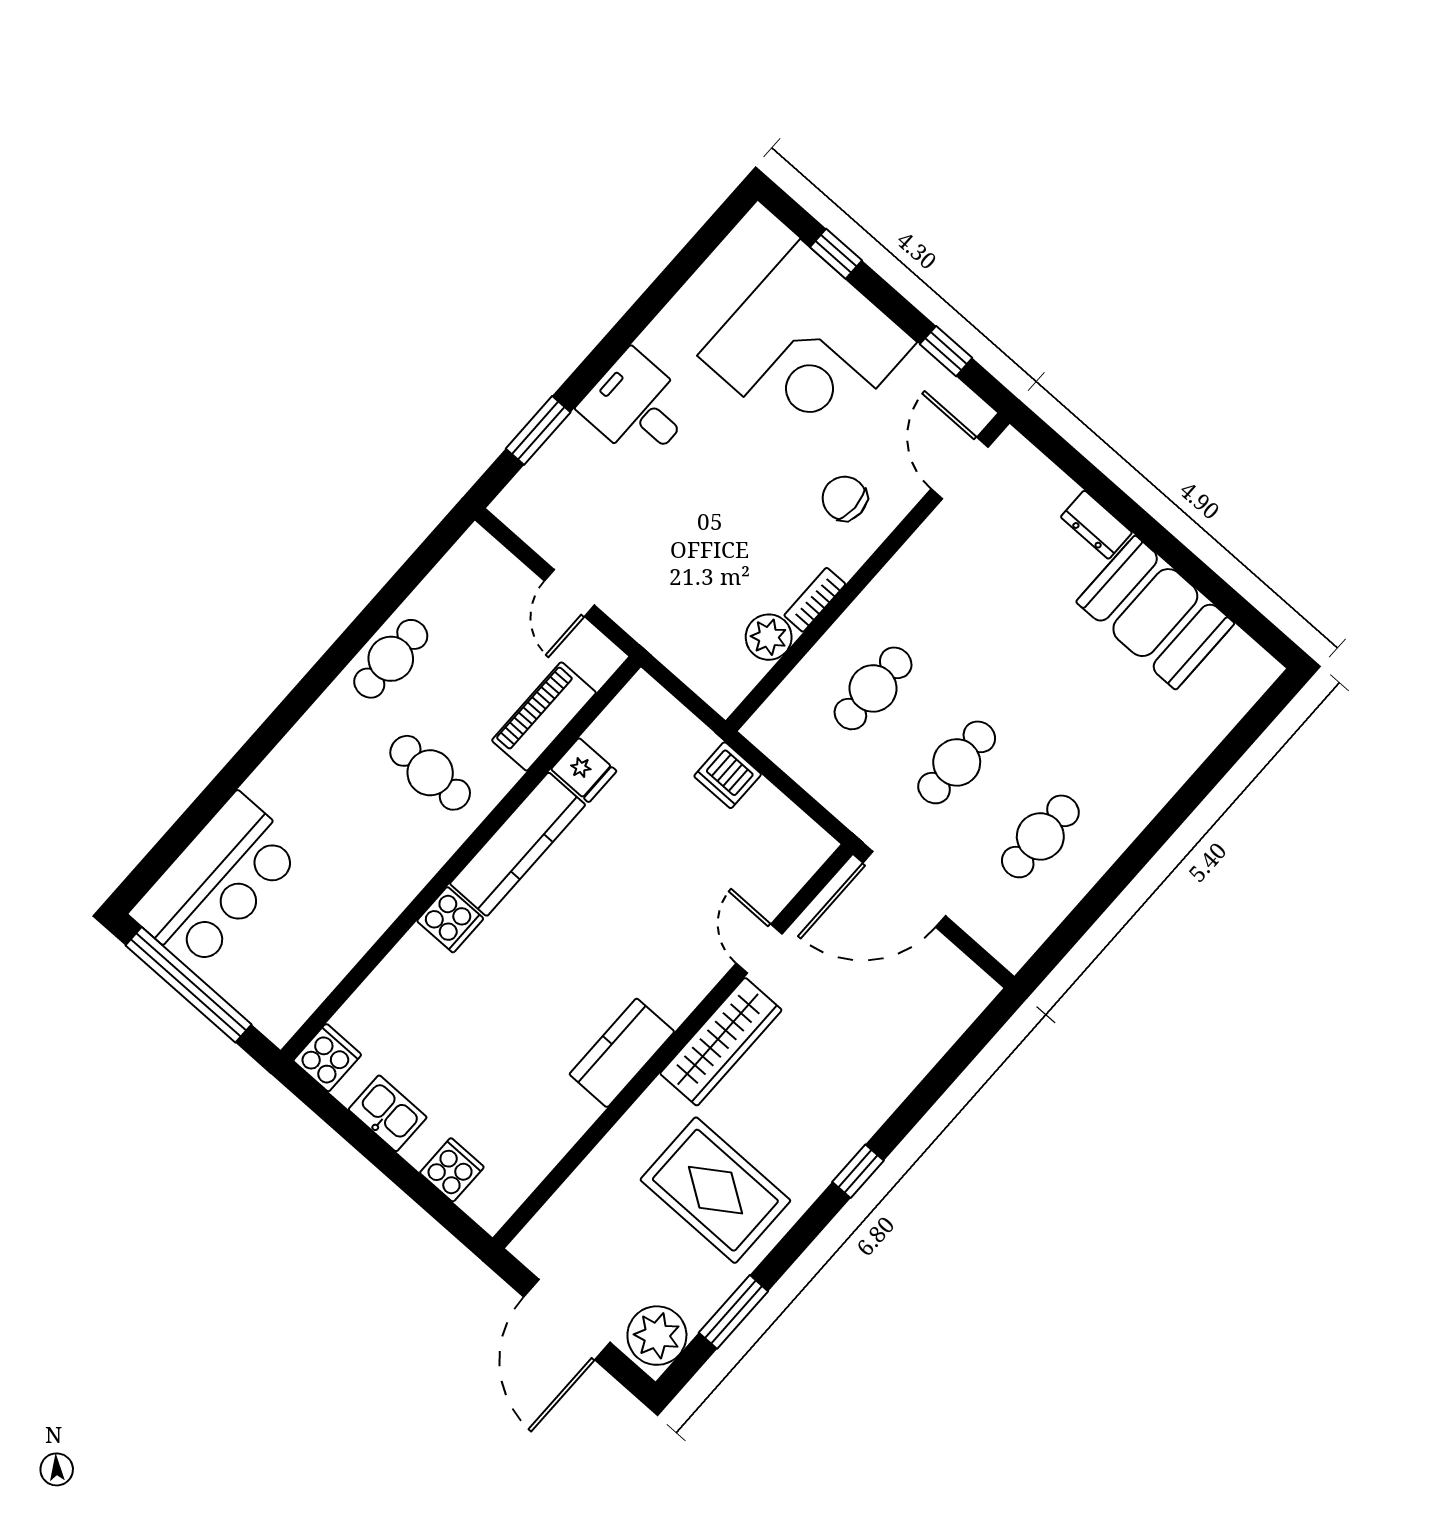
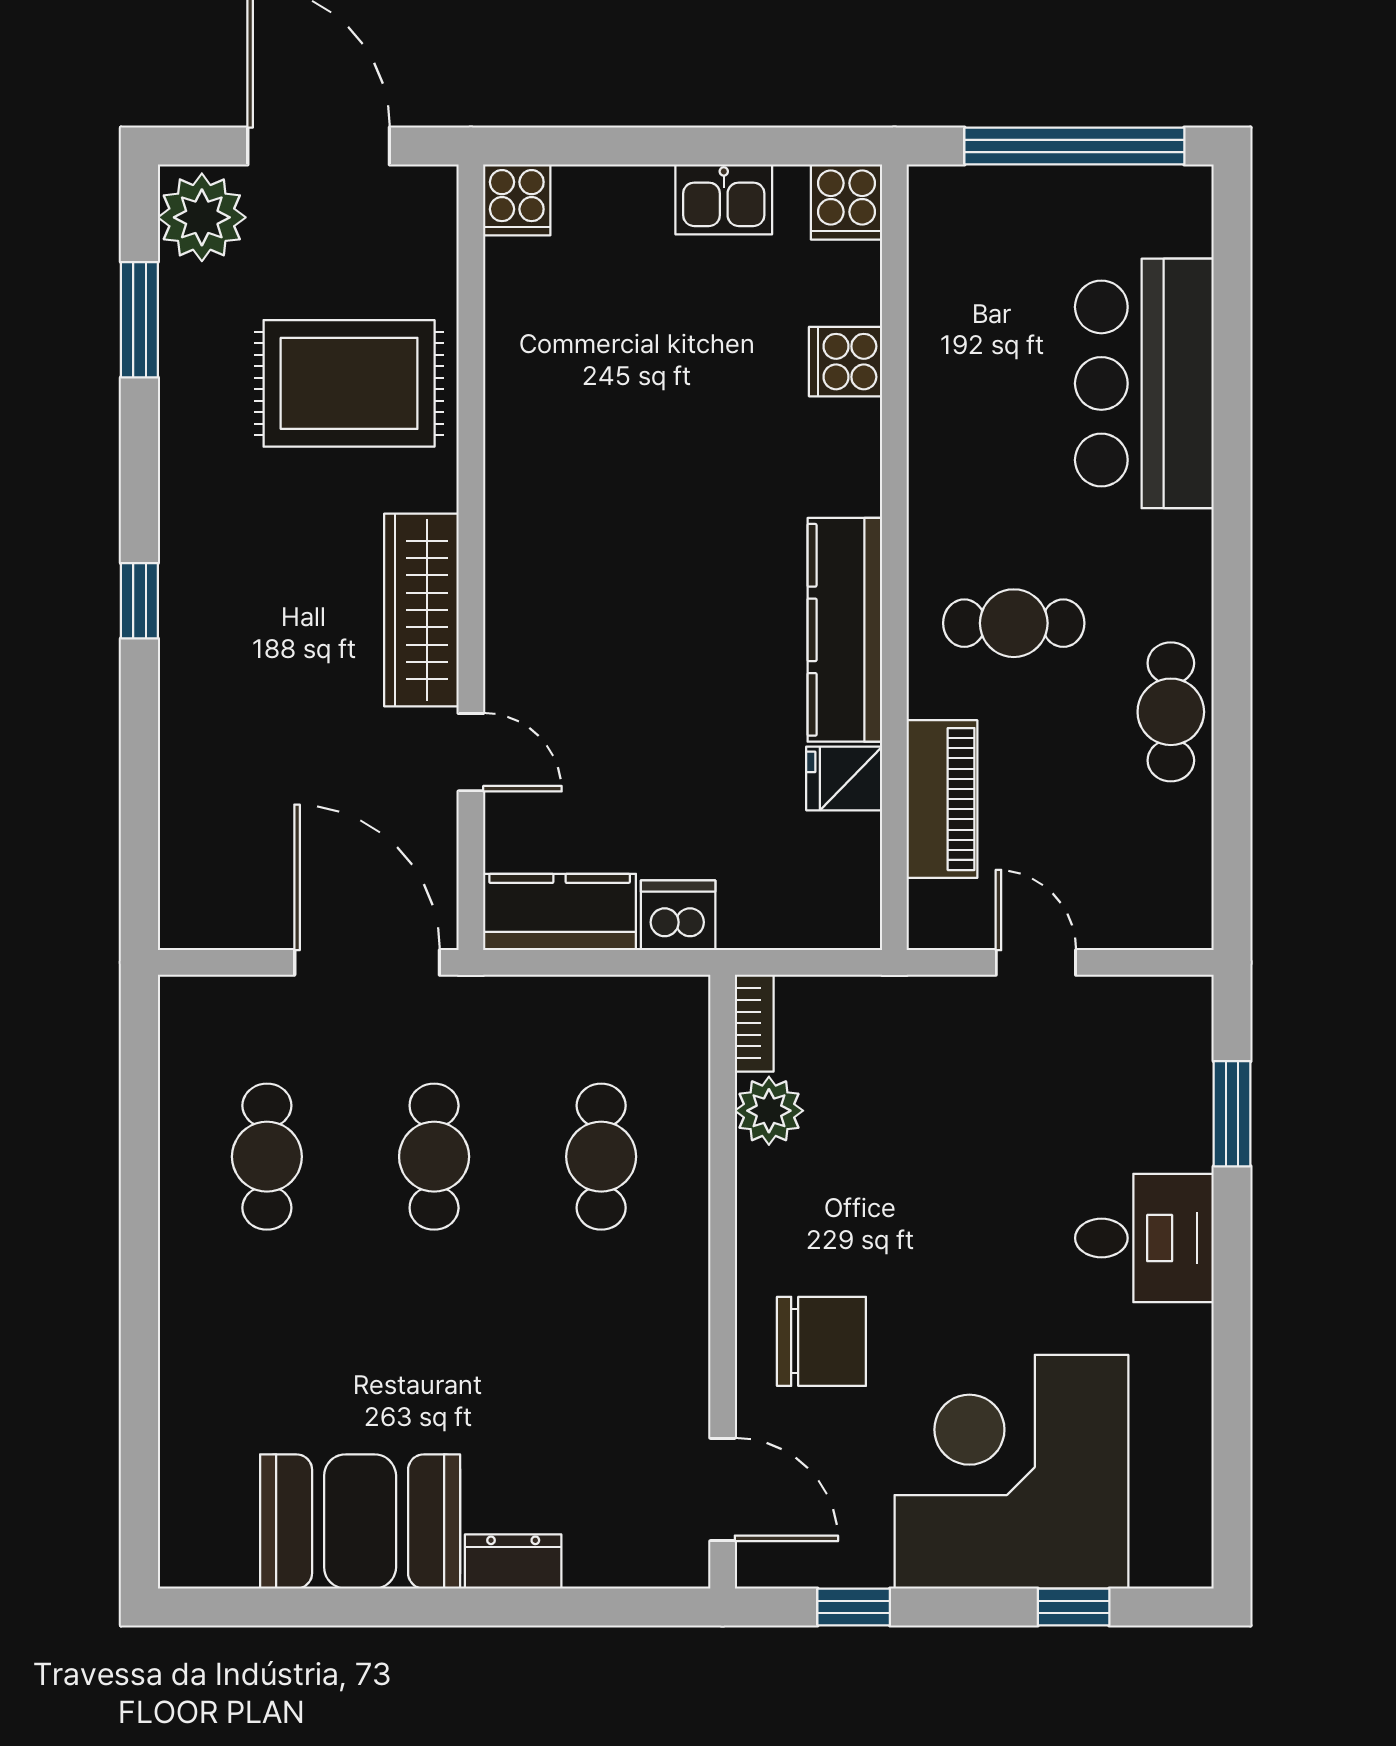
chair: (845, 498) -> (821, 1341), width x1.37, depth x1.37
bookcase: (815, 600) -> (754, 1023), moved
bar counter: (217, 882) -> (1144, 383), moved
door: (904, 889) -> (367, 962), hinge flipped
cooker: (450, 920) -> (846, 362), moved
kitchen counter: (622, 1053) -> (560, 912), moved, turned -90
cooker: (452, 1170) -> (517, 200), moved
rug: (715, 1190) -> (349, 383), moved

